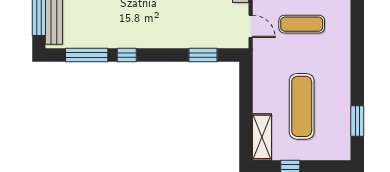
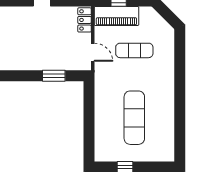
window: (357, 121) -> (180, 130), removed
shelving: (262, 137) -> (102, 143), removed

